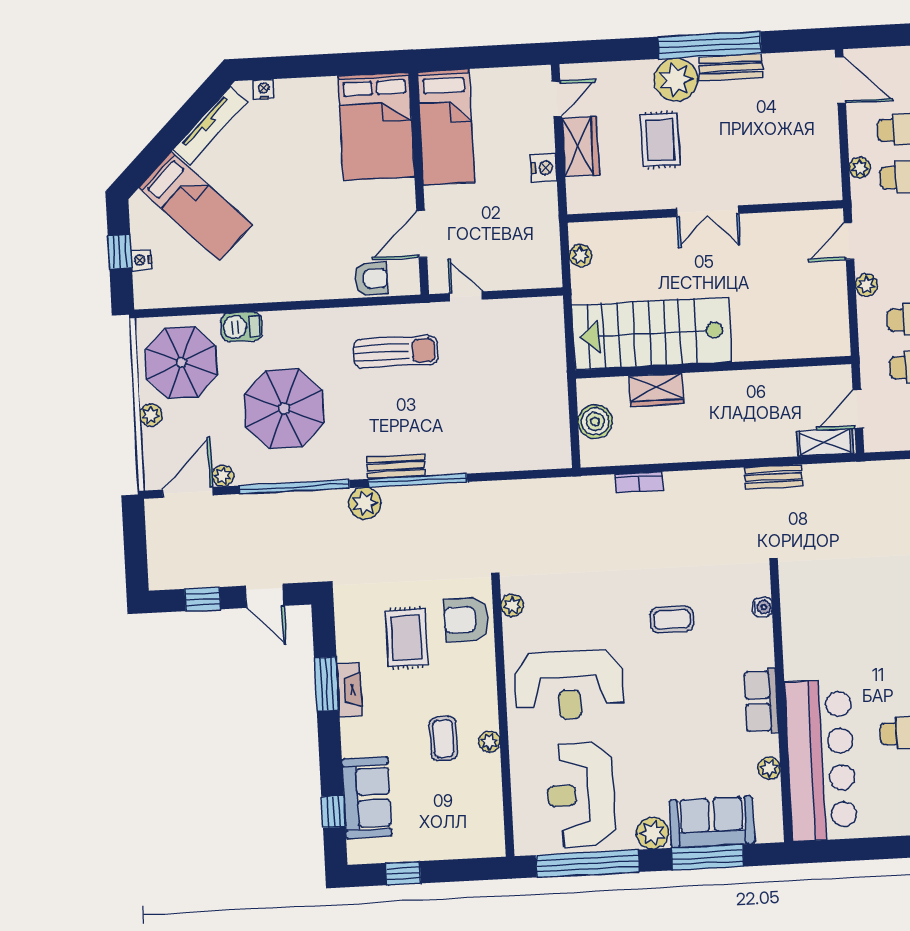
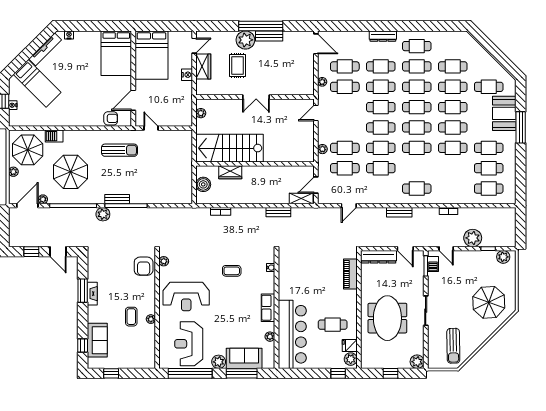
bed: (446, 127) -> (152, 55), width x1.50
plant: (867, 285) -> (322, 149), moved
armchair: (466, 619) -> (144, 266), turned -90
rug: (407, 638) -> (118, 273), removed

